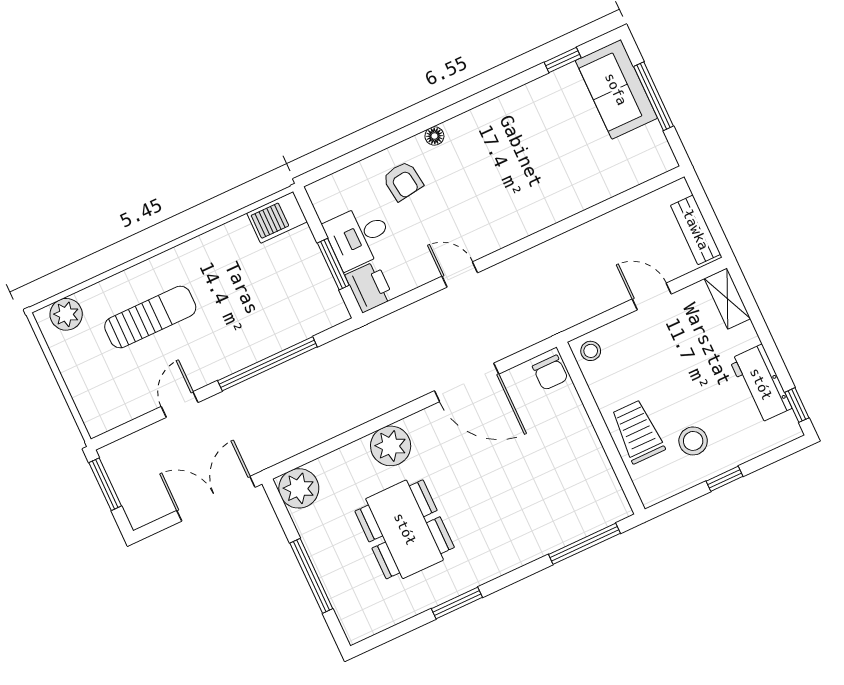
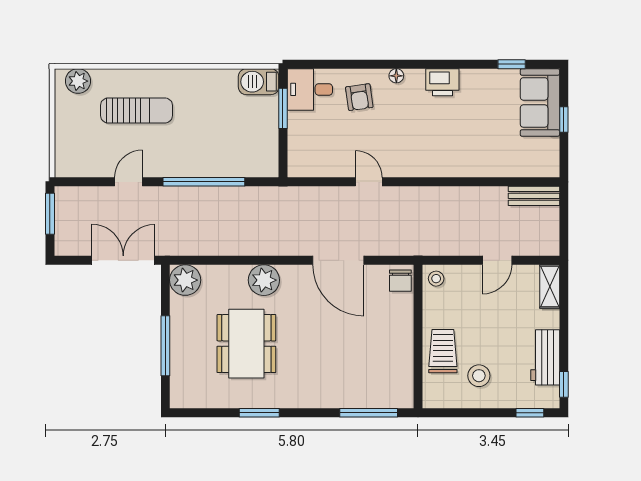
window: (654, 96) -> (564, 120), width x0.46
bench: (696, 230) -> (534, 196), moved, turned 90
desk: (359, 236) -> (310, 89), moved
window: (333, 264) -> (283, 108), moved
printer: (369, 287) -> (442, 82), moved, turned 90
door: (652, 296) -> (497, 260), swing flipped
window: (725, 479) -> (530, 413), moved

